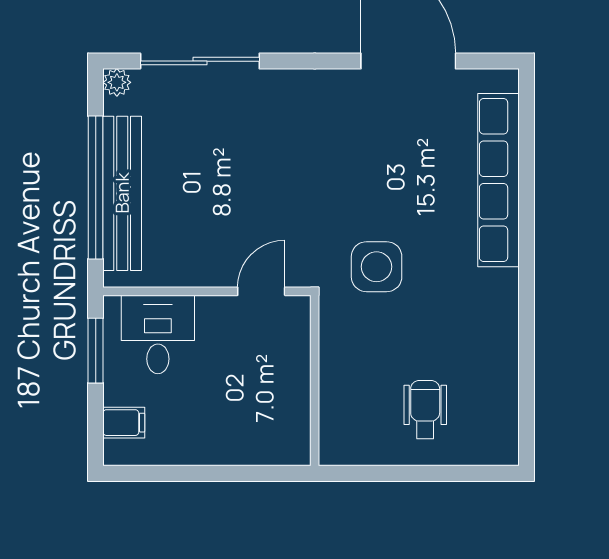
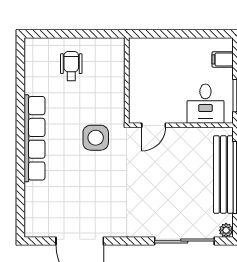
row of seats: (498, 180) -> (34, 138), moved
wheelchair: (425, 410) -> (71, 66), turned 180

